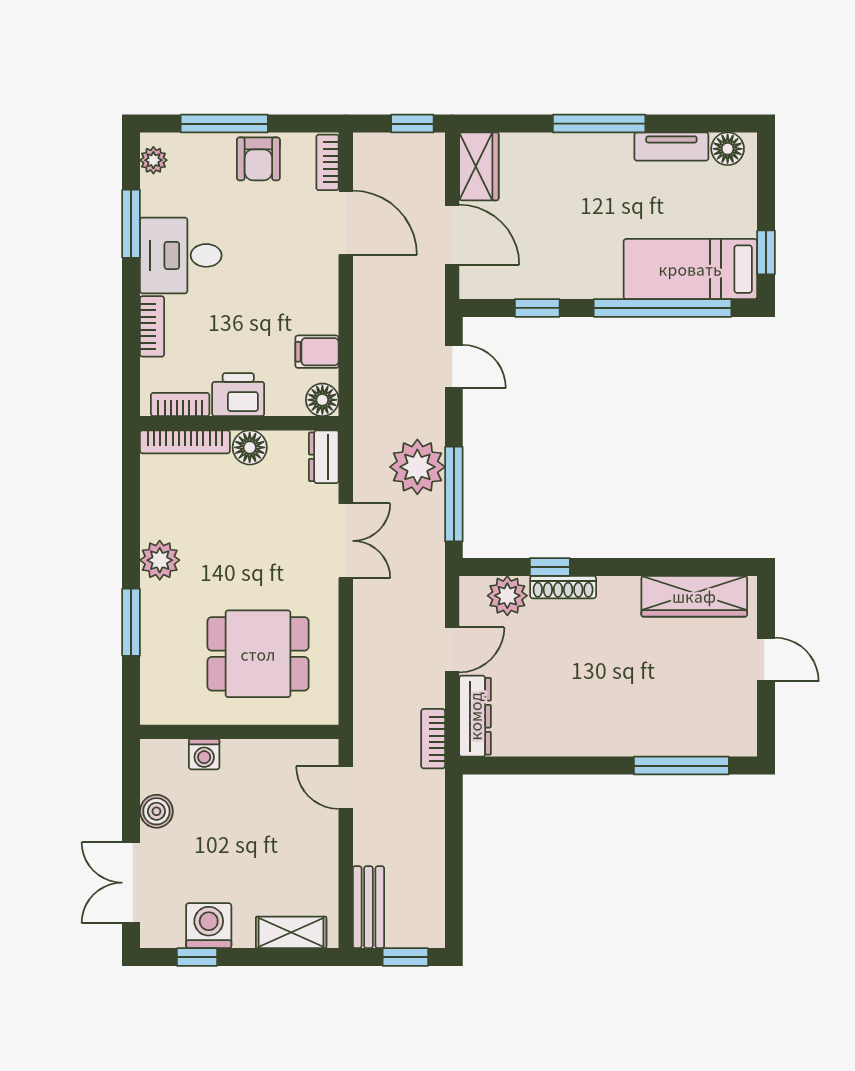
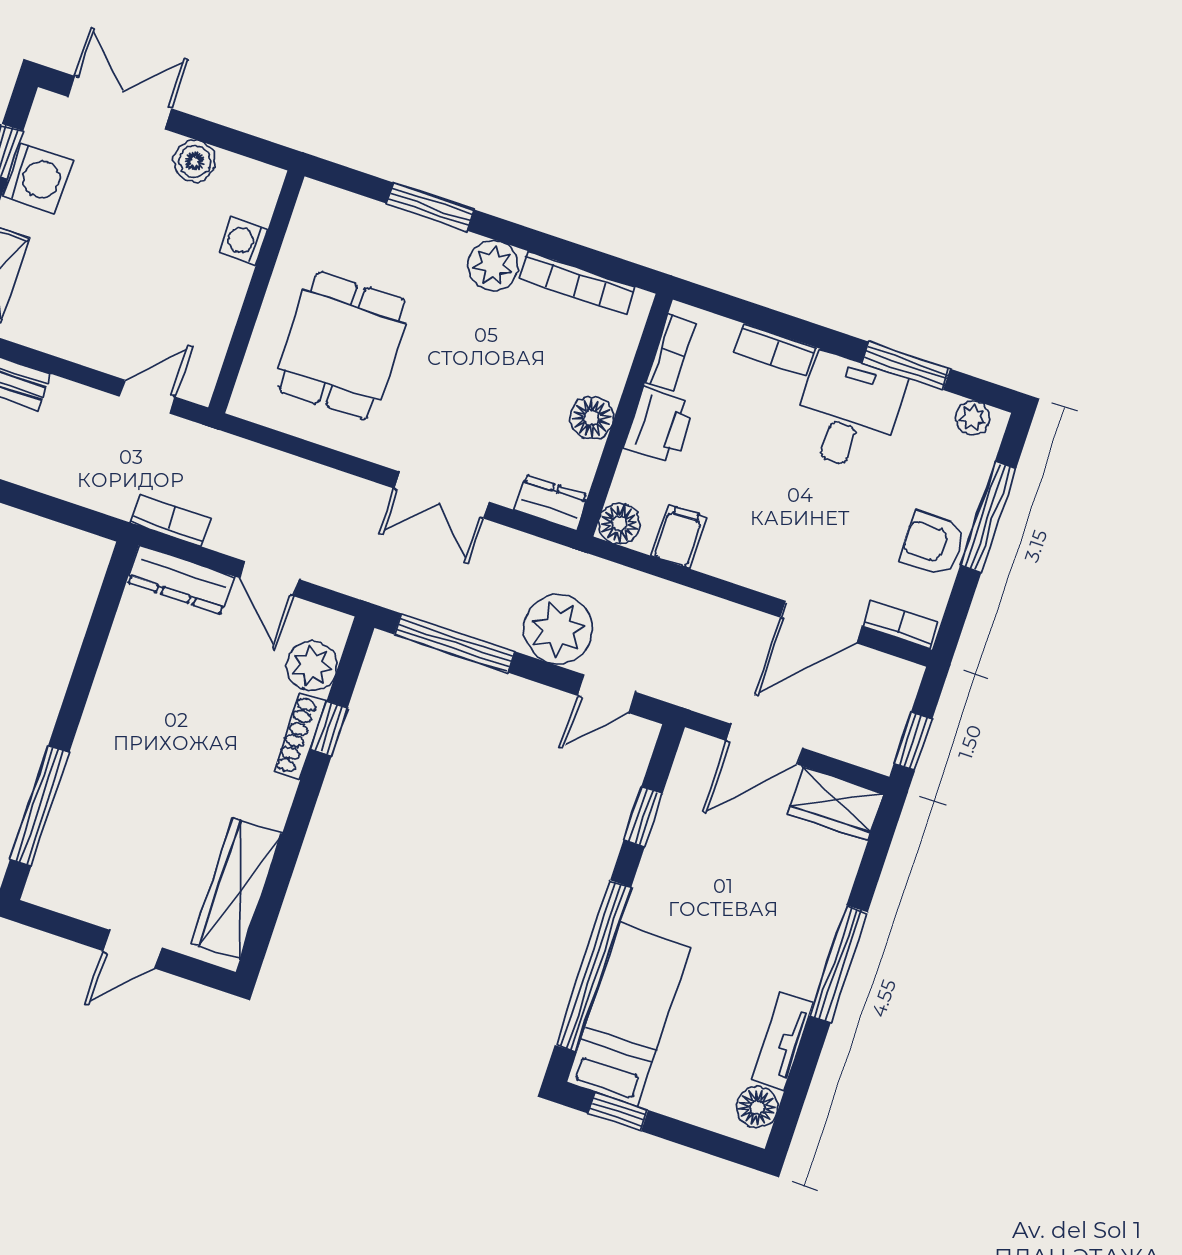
bookcase: (185, 442) -> (577, 283), moved, turned -90
plant: (417, 467) -> (558, 629), moved

